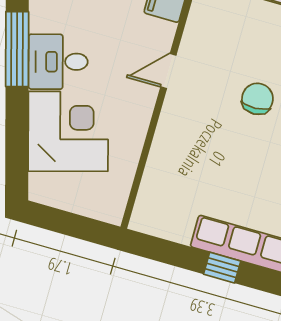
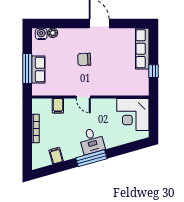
corner desk: (68, 131) -> (133, 115), moved, turned -74
window: (222, 268) -> (154, 71), moved

